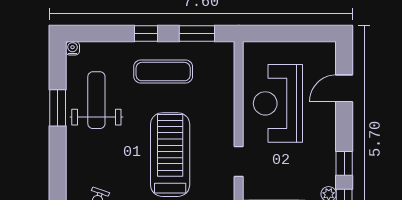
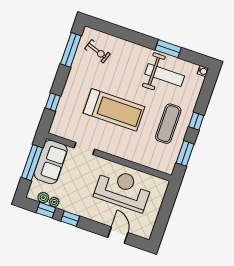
doorway: (239, 161) -> (84, 148), moved

